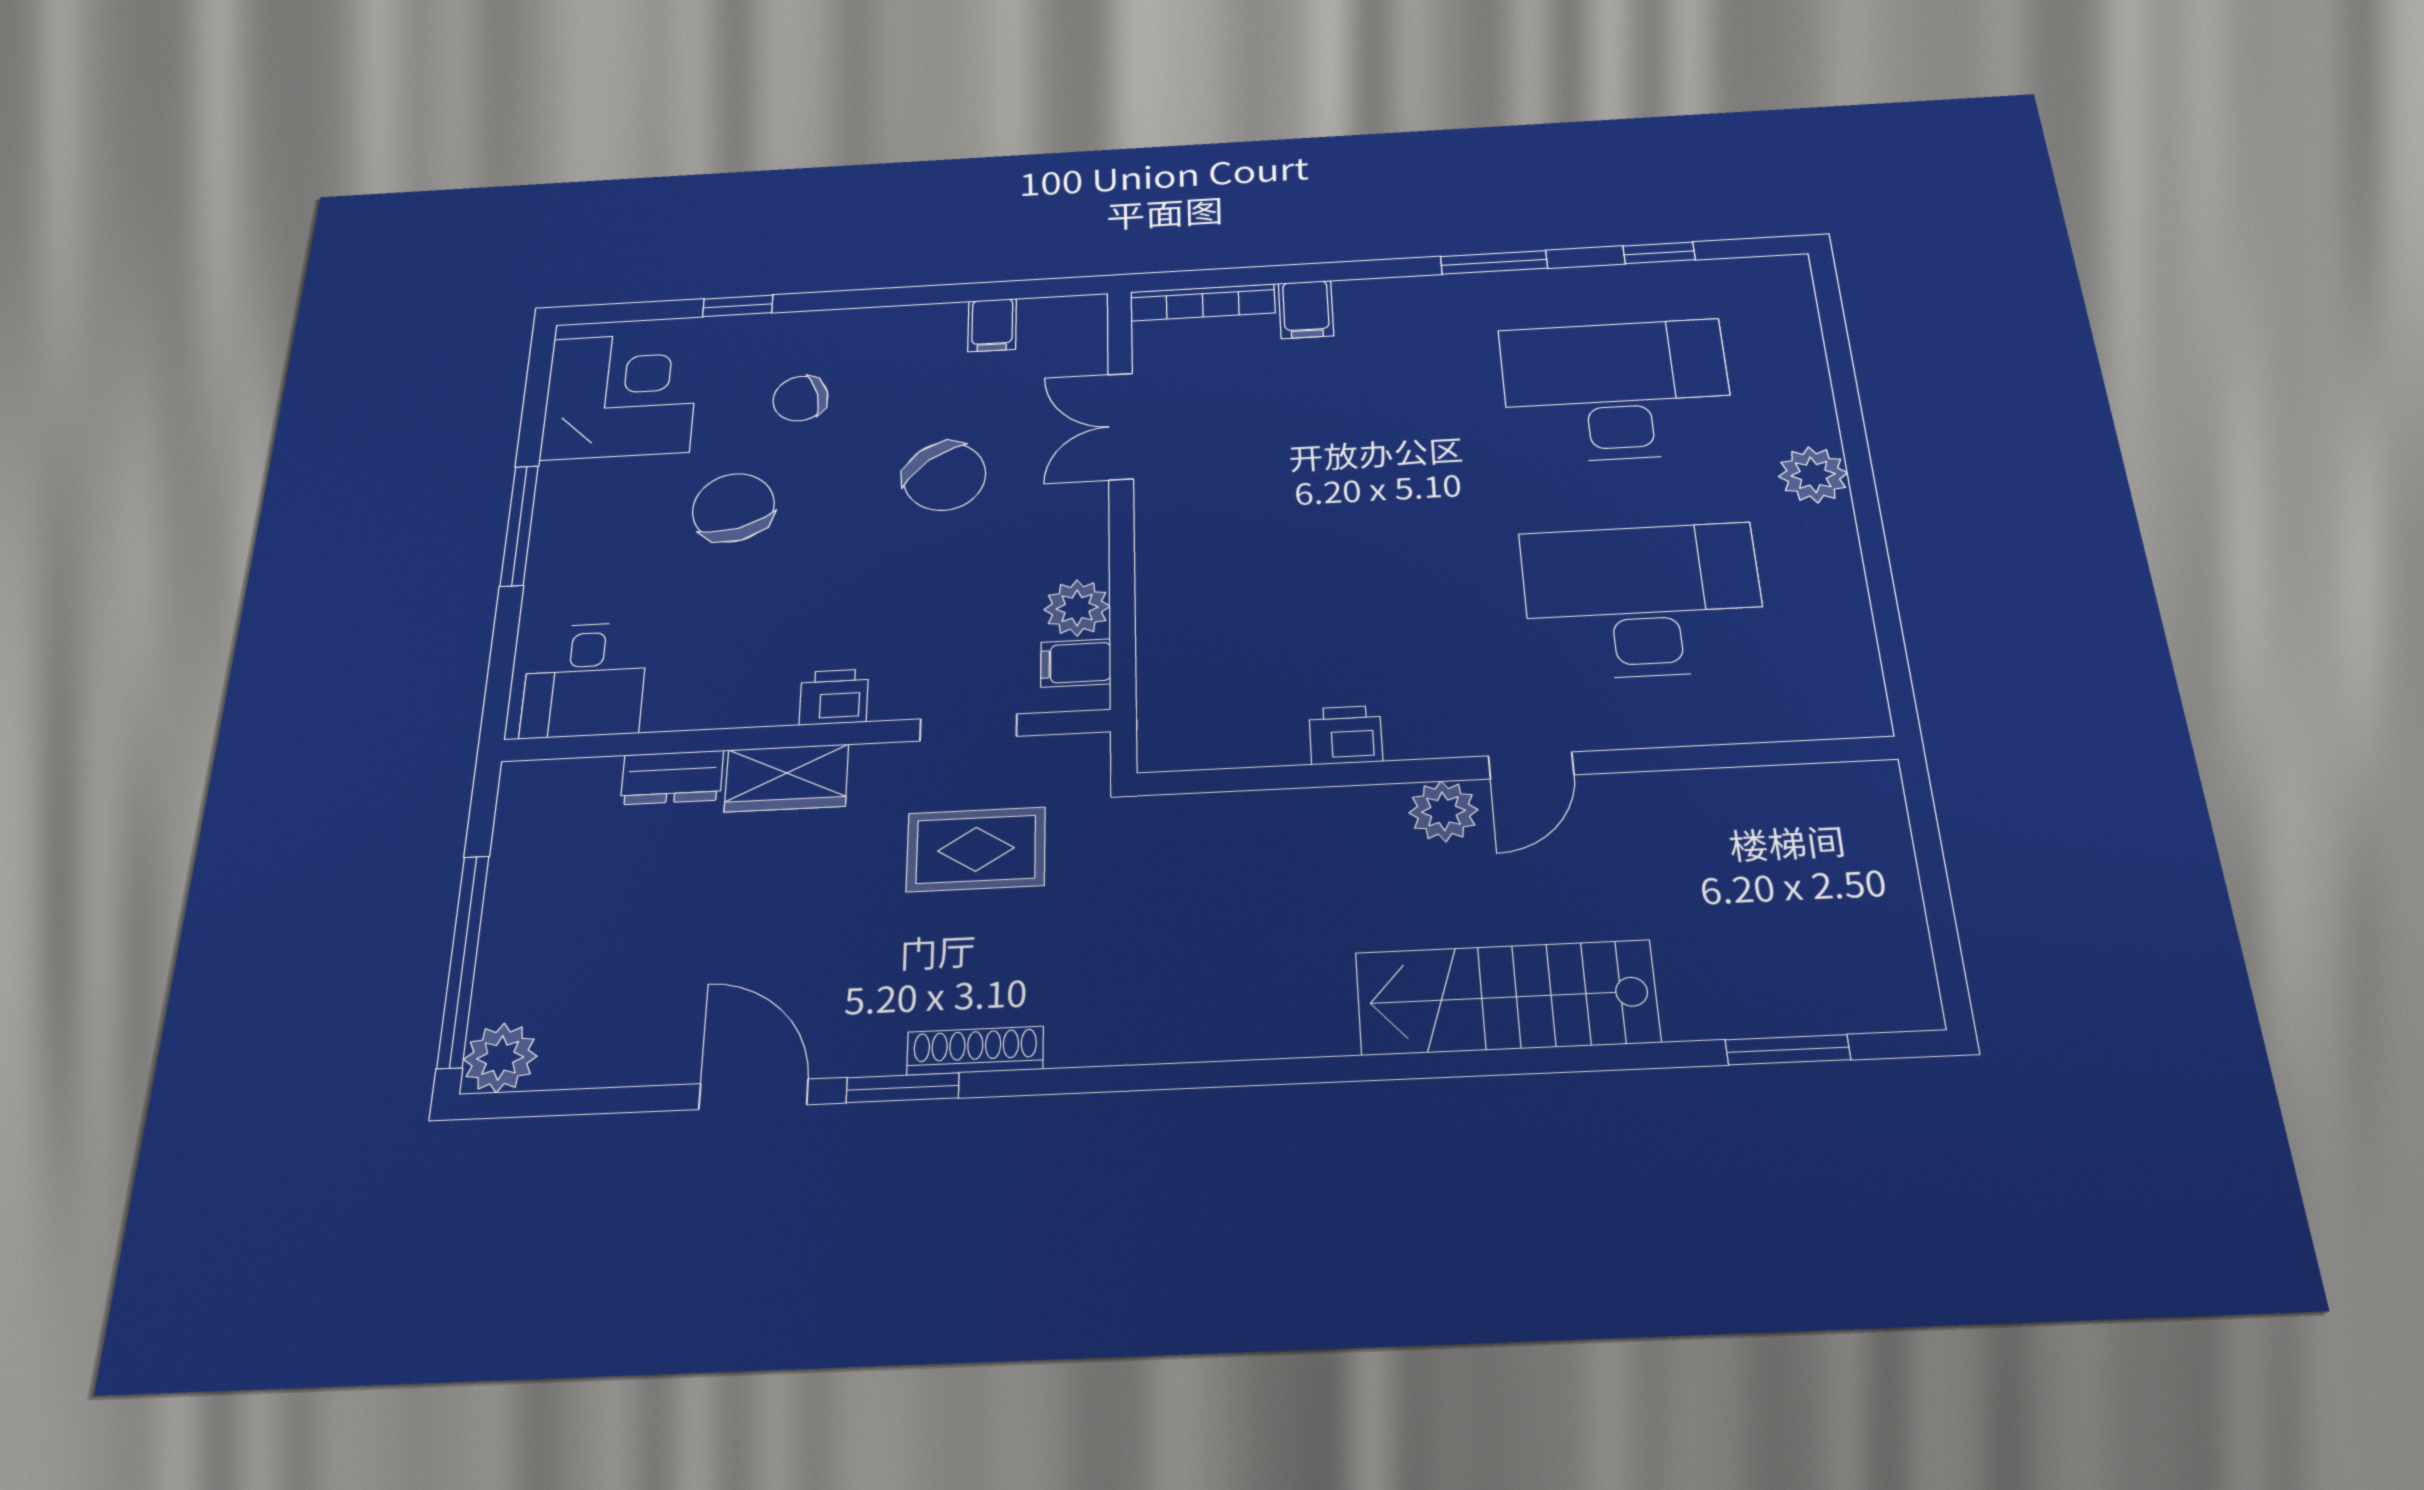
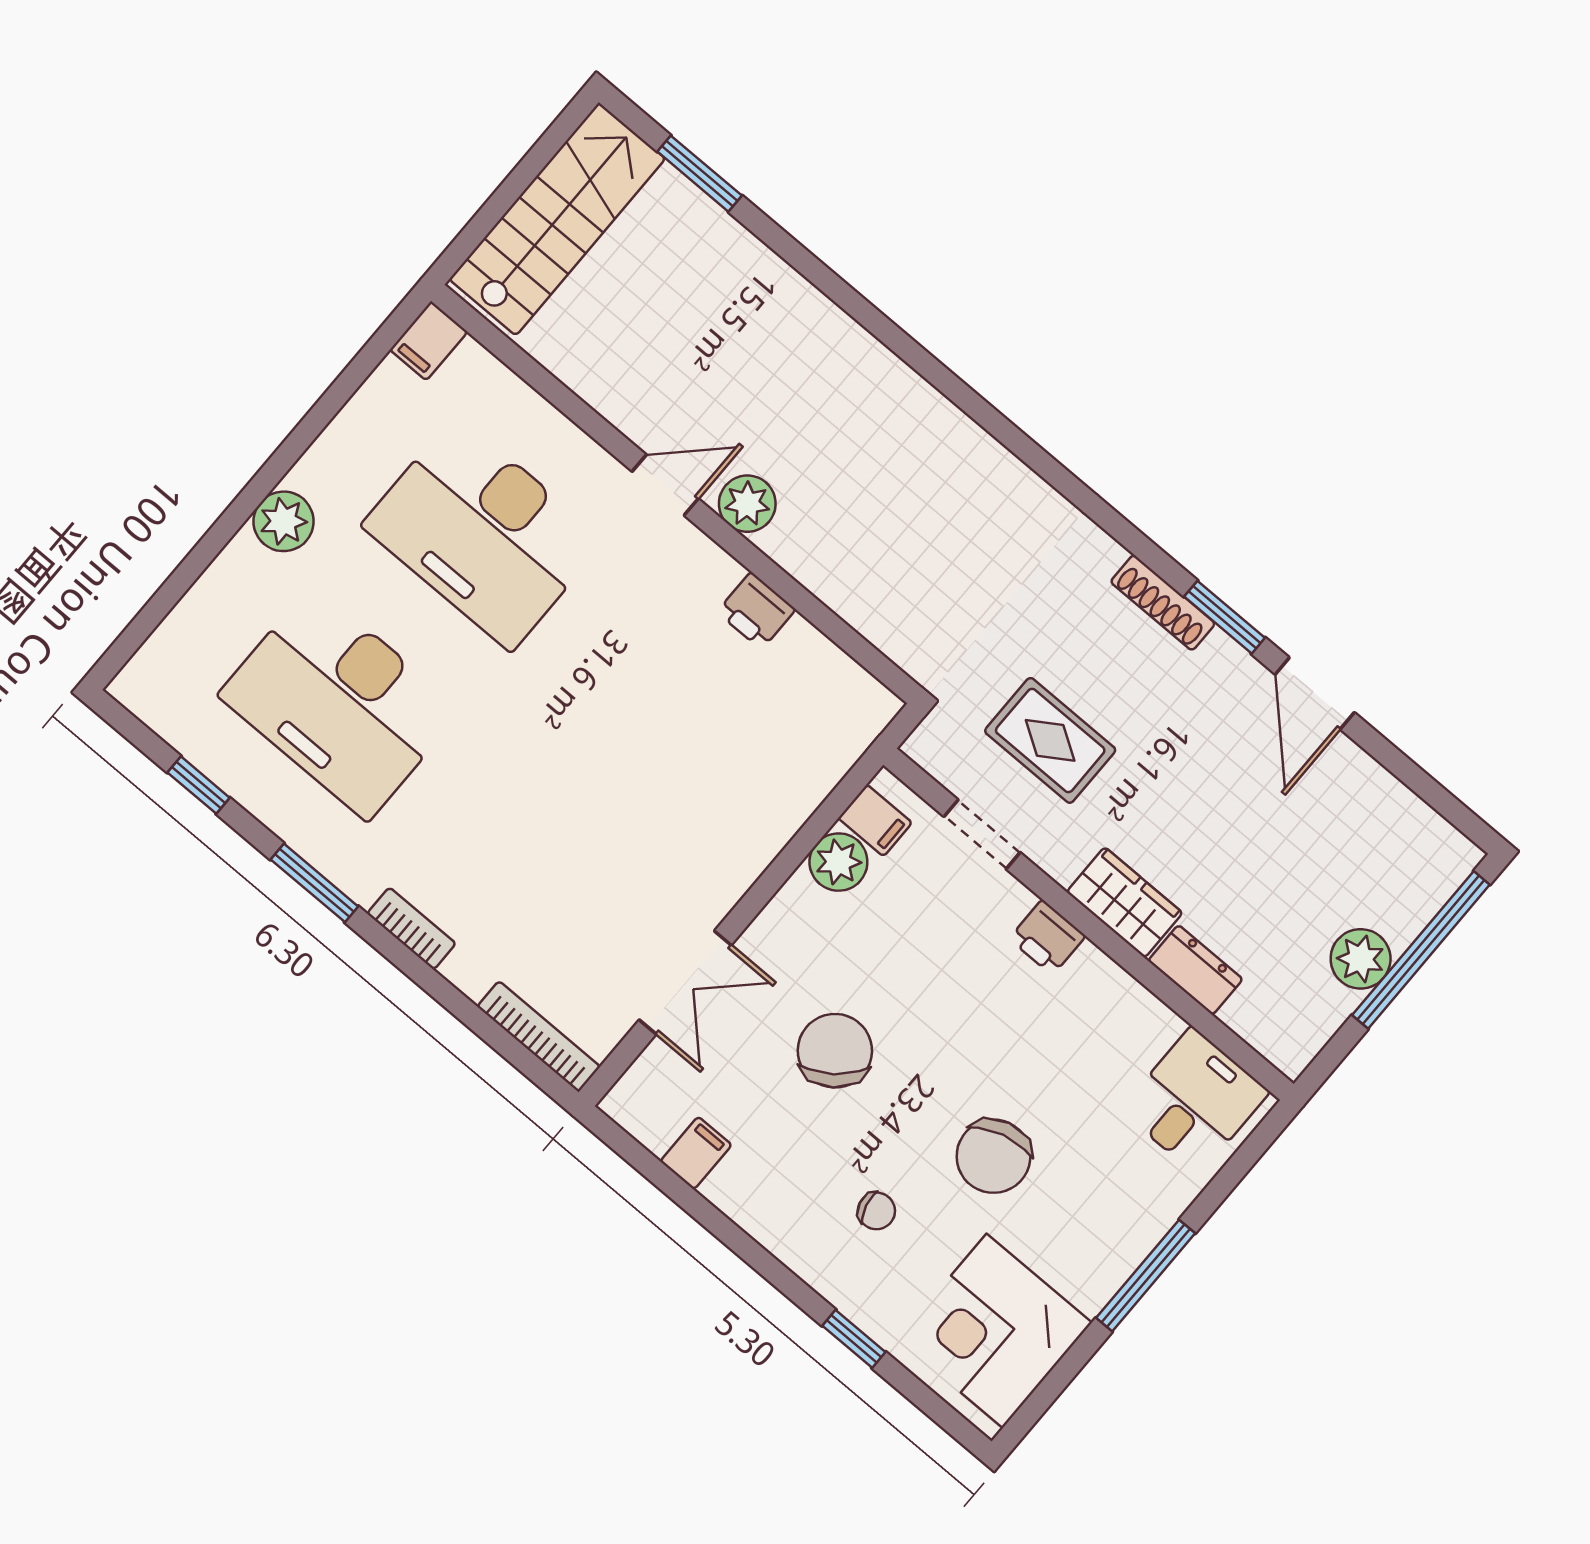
bookcase: (1384, 292) -> (411, 928), added
filing cabinet: (1306, 309) -> (429, 341), moved, turned 180
chair: (800, 398) -> (876, 1211), width x0.73, depth x0.73
stairs: (1507, 997) -> (557, 219), moved, turned -90
plant: (500, 1058) -> (1361, 959), moved

